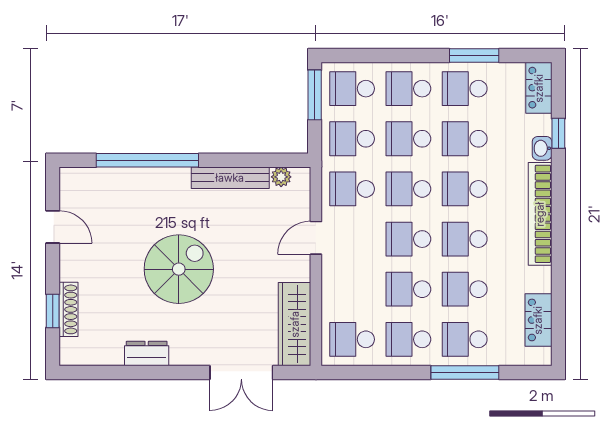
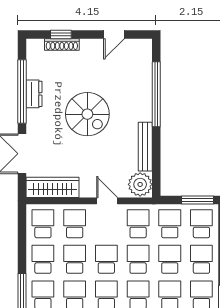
plant: (281, 177) -> (140, 184), width x1.87, depth x1.87
school desk: (352, 289) -> (75, 224), added
window: (143, 372) -> (22, 91), added

